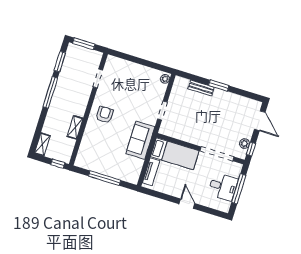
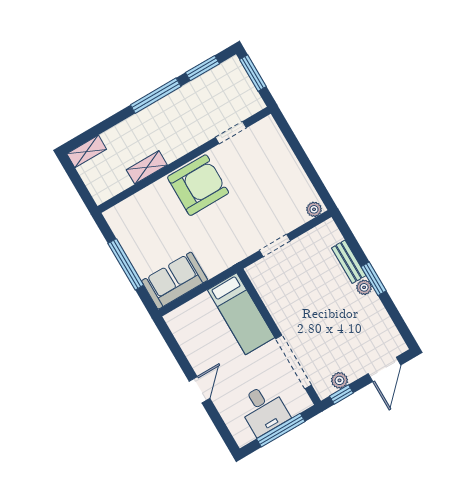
plant: (218, 93) -> (364, 287), added
armchair: (105, 115) -> (198, 185), width x1.88, depth x1.88
sofa: (140, 140) -> (175, 281), moved
window: (58, 164) -> (84, 193), removed
tv unit: (151, 172) -> (191, 309), removed

